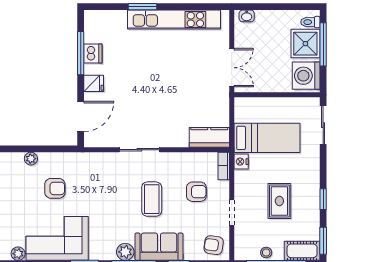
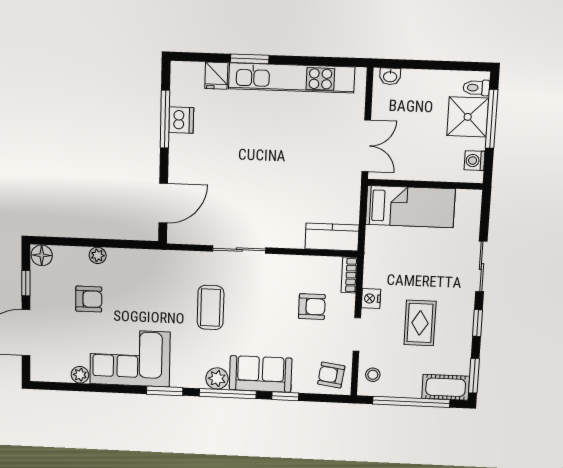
washing machine: (306, 76) -> (475, 161), width x0.53, depth x0.53
fridge: (94, 83) -> (216, 76), moved, turned 90
sliding door: (323, 125) -> (481, 266), moved
bed: (267, 138) -> (410, 207), moved
nightstand: (241, 162) -> (371, 299), moved
armchair: (55, 188) -> (89, 299), moved
coffee table: (152, 199) -> (210, 307), moved
stool: (266, 253) -> (373, 375), moved

